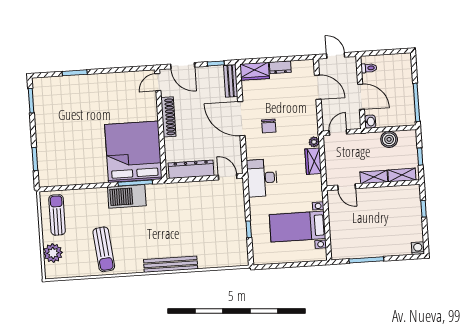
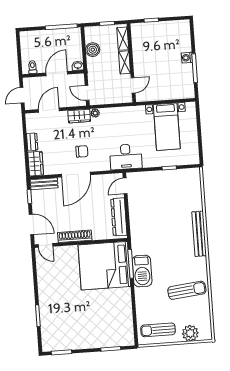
door: (183, 66) -> (31, 224), hinge flipped
wardrobe: (313, 161) -> (79, 116), moved
washing machine: (418, 248) -> (187, 58), moved

